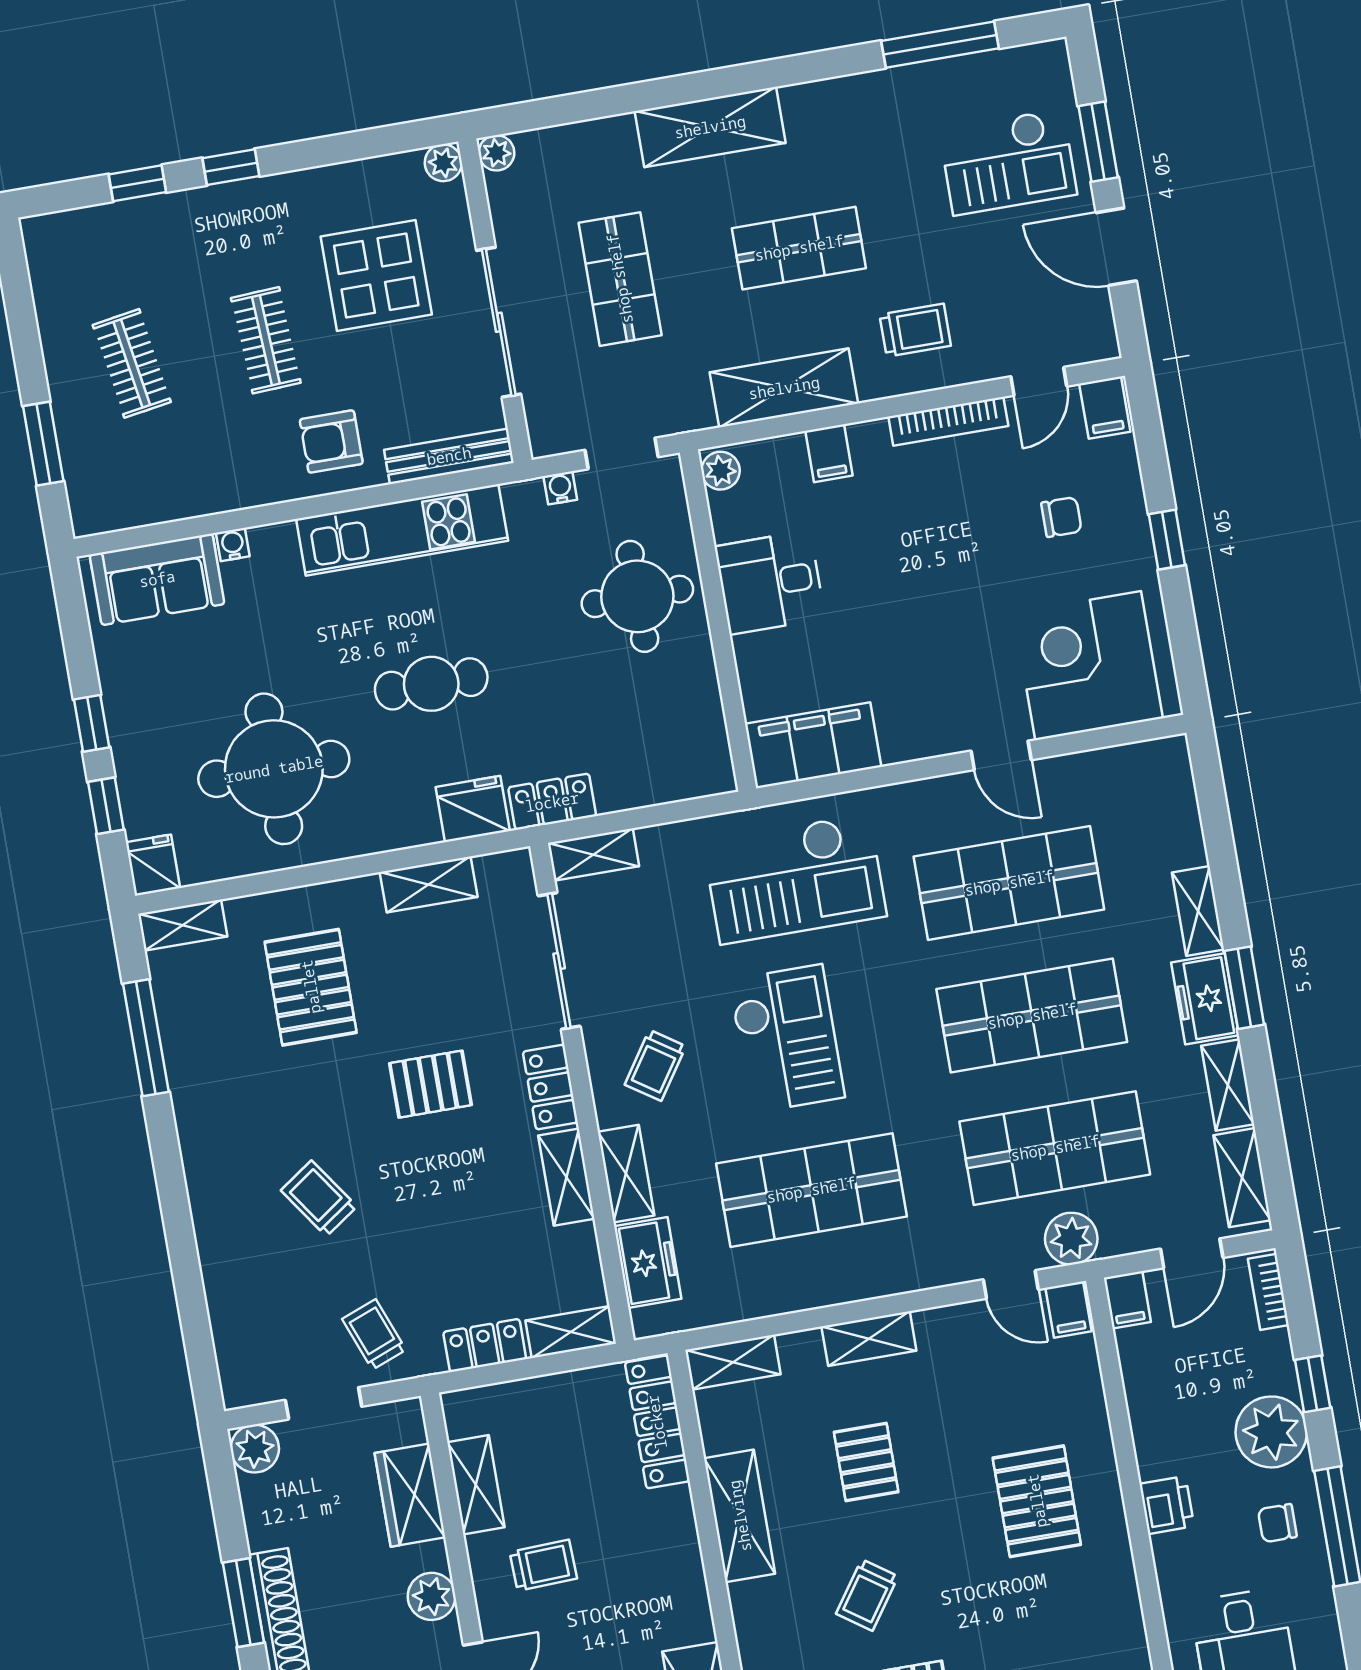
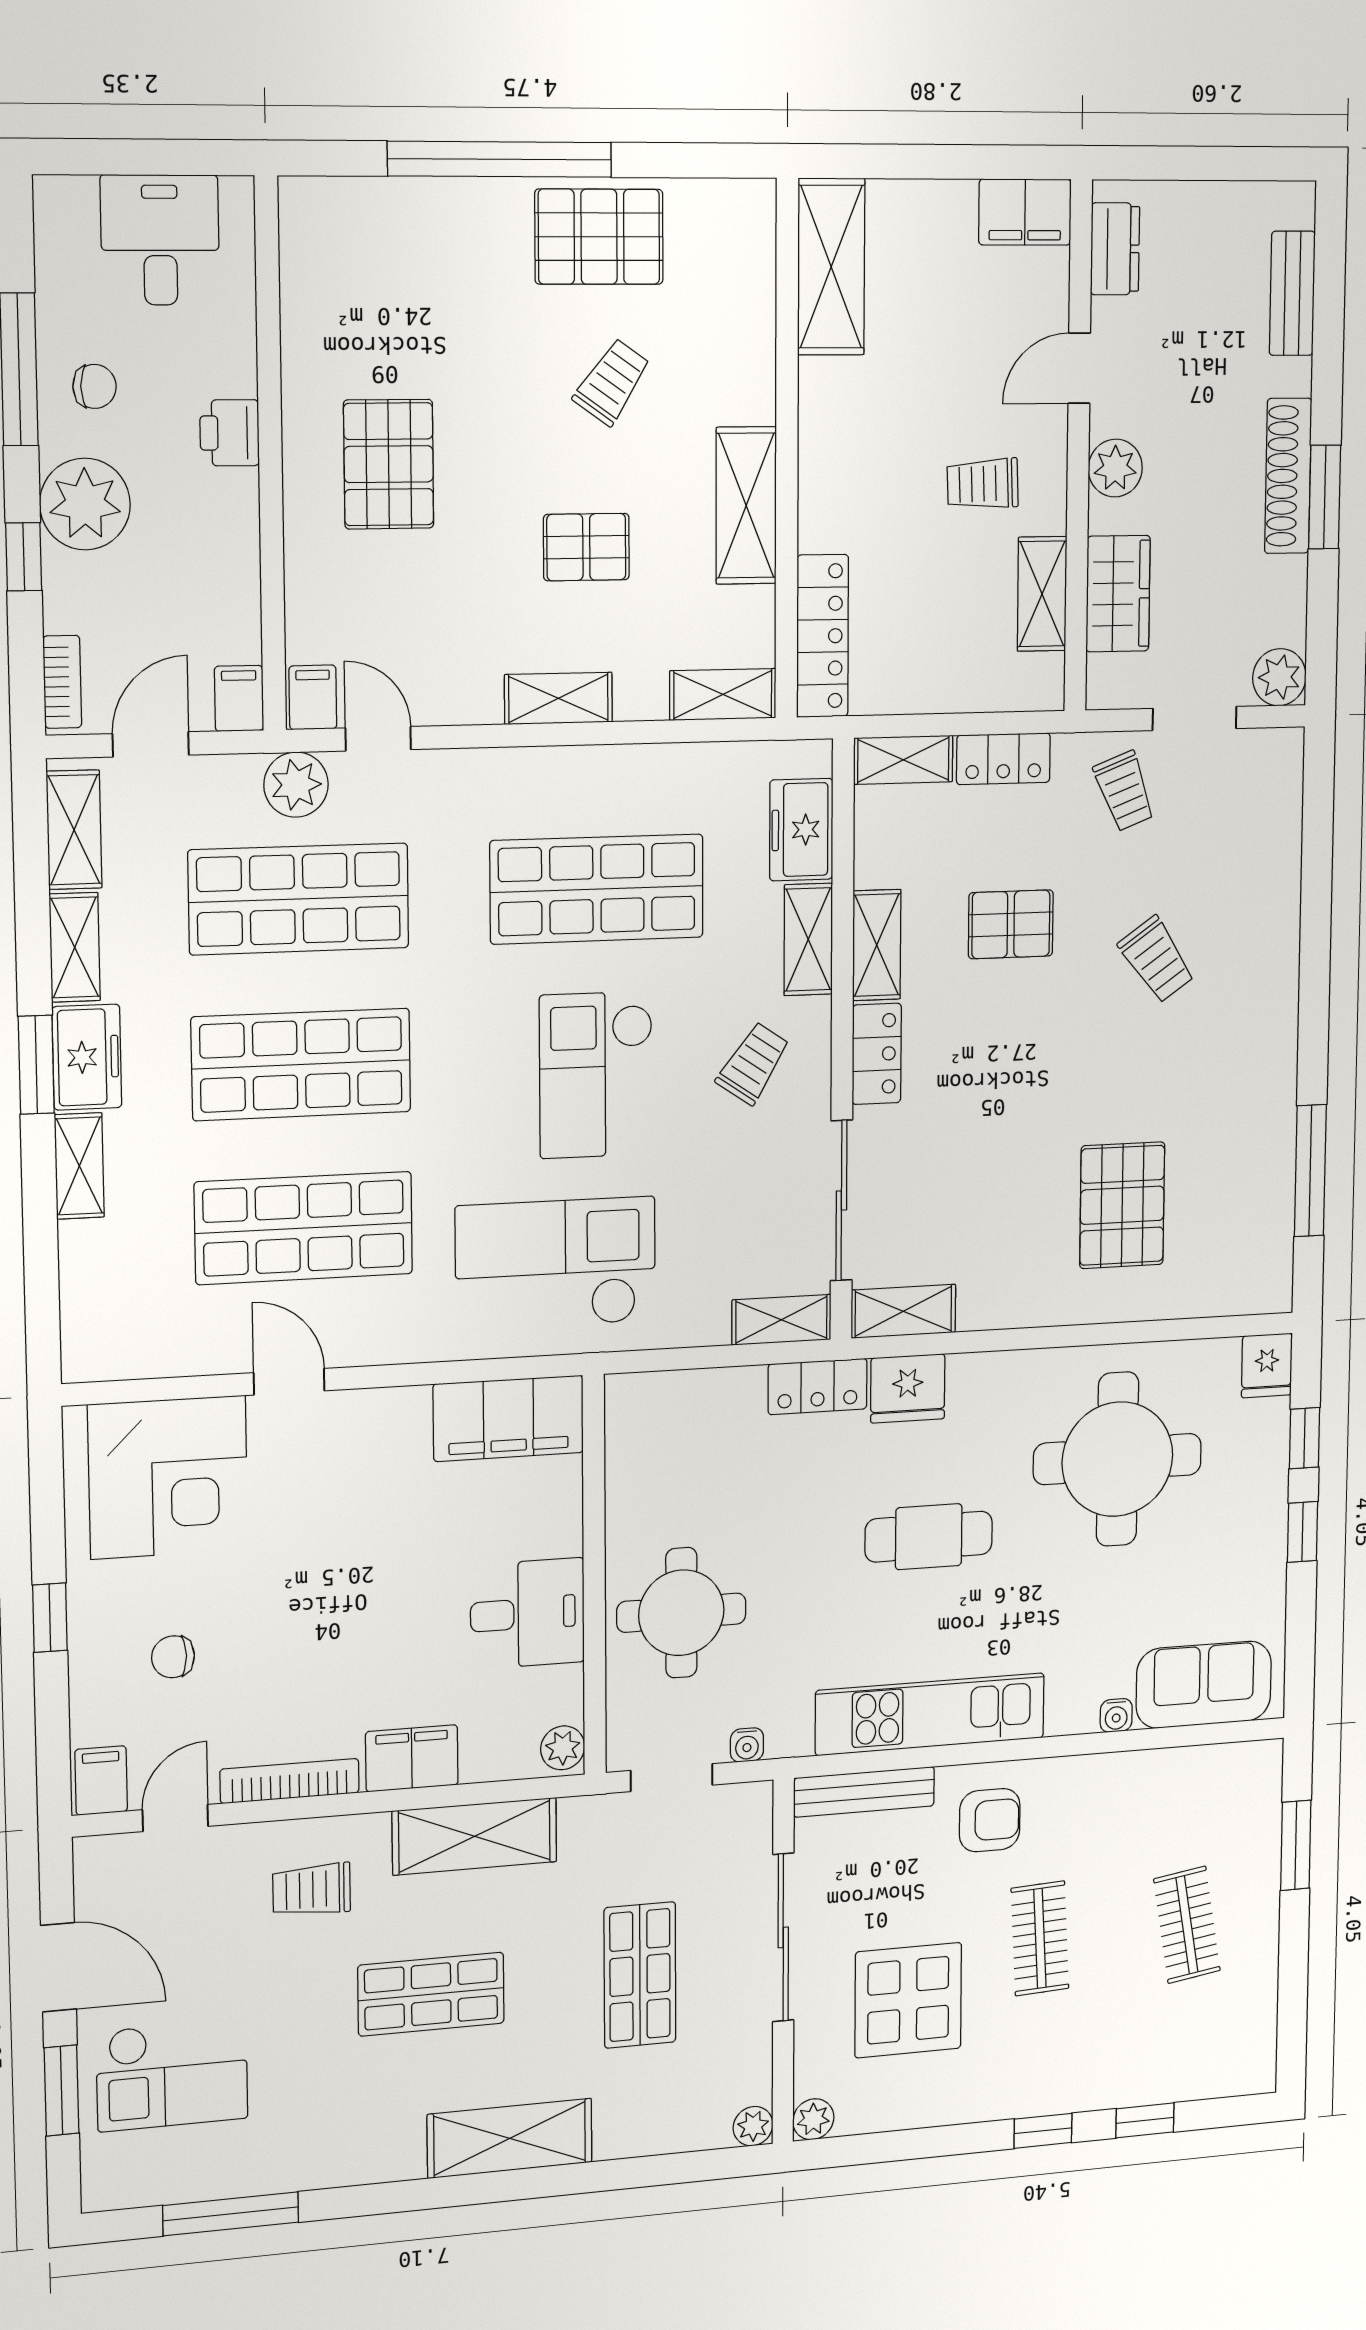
checkout: (1008, 162) -> (172, 2075), turned 180
filing cabinet: (829, 453) -> (412, 1758), width x2.00
shelving: (429, 884) -> (903, 1311), moved
shelving: (183, 925) -> (1247, 1294), removed
pallet: (431, 1084) -> (1011, 924), moved
pallet: (866, 1462) -> (586, 547), turned 90

